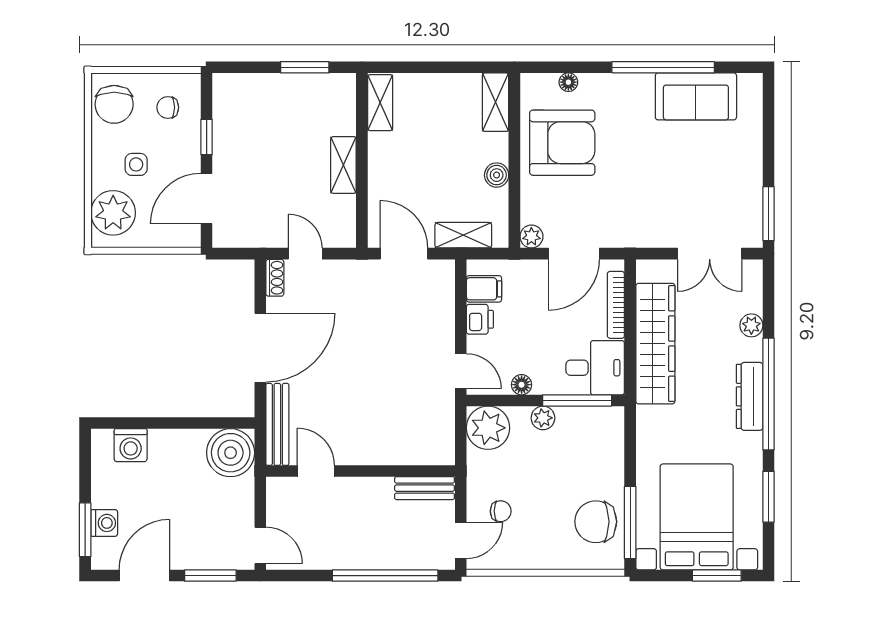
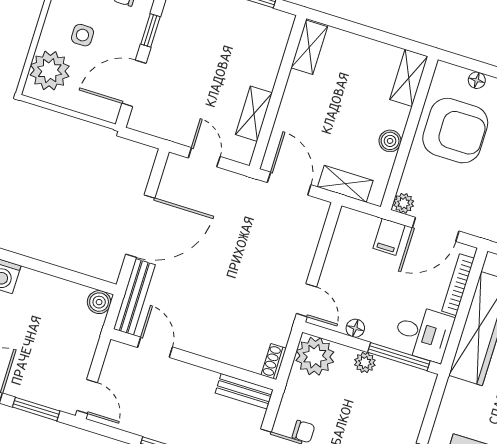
shelving: (343, 165) -> (254, 114), moved
shoe rack: (275, 278) -> (274, 362), moved, turned 180
filing cabinet: (484, 289) -> (389, 237), moved, turned 90
printer: (480, 319) -> (337, 261), removed
boiler: (231, 453) -> (99, 302), width x0.54, depth x0.54

